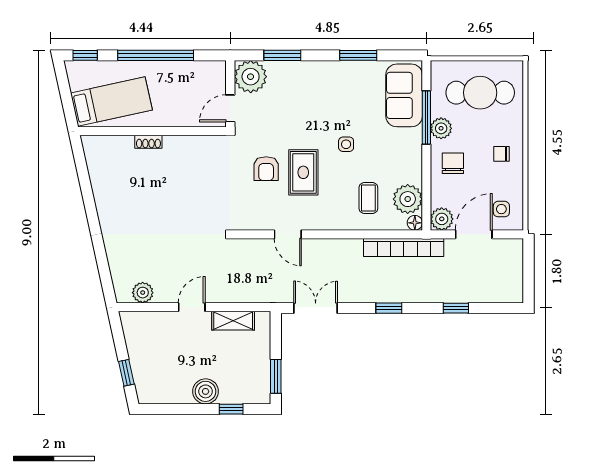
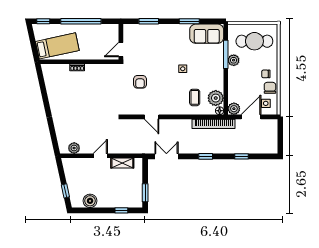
plant: (251, 77) -> (132, 33), removed
sofa: (404, 95) -> (207, 34), moved, turned -90
chair: (453, 163) -> (270, 88), moved
rug: (303, 172) -> (160, 84), removed
boiler: (206, 391) -> (90, 201), moved

